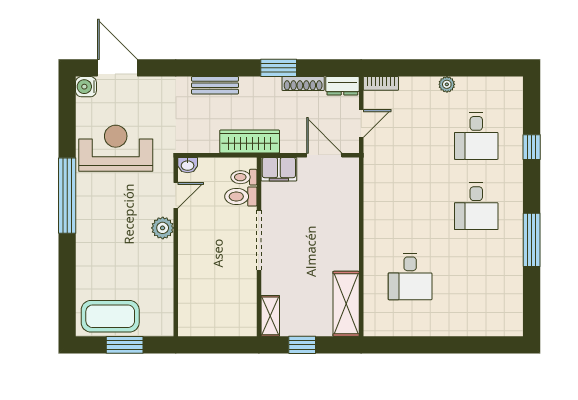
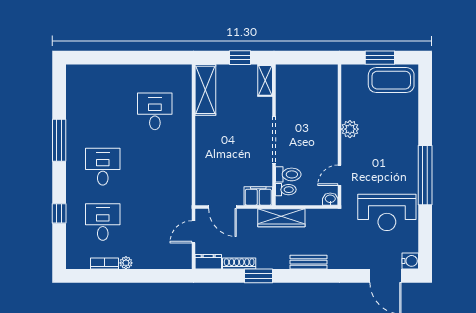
bookcase: (381, 83) -> (104, 264), moved
plant: (163, 228) -> (350, 129), moved

